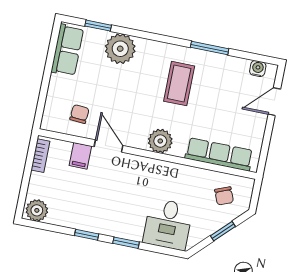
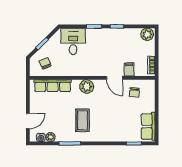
plant: (120, 49) -> (51, 137), moved, width x0.53, depth x0.53

